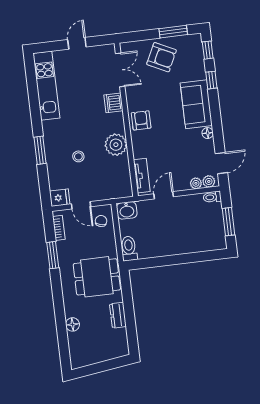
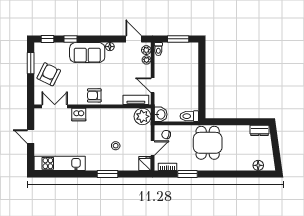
plant: (116, 145) -> (143, 116), moved
dresser: (118, 315) -> (259, 130), moved
floor lamp: (73, 324) -> (258, 165), moved

